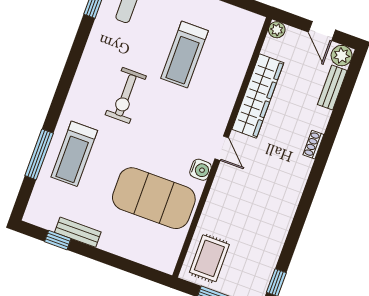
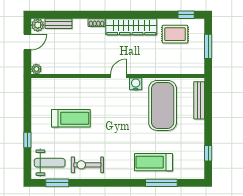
exercise bike: (126, 95) -> (87, 165), moved, turned 180
wardrobe: (258, 96) -> (131, 27), moved, turned 180
treadmill: (74, 154) -> (153, 162), turned 180
bench: (78, 232) -> (199, 100), moved, width x1.36
rug: (209, 258) -> (175, 34), moved

